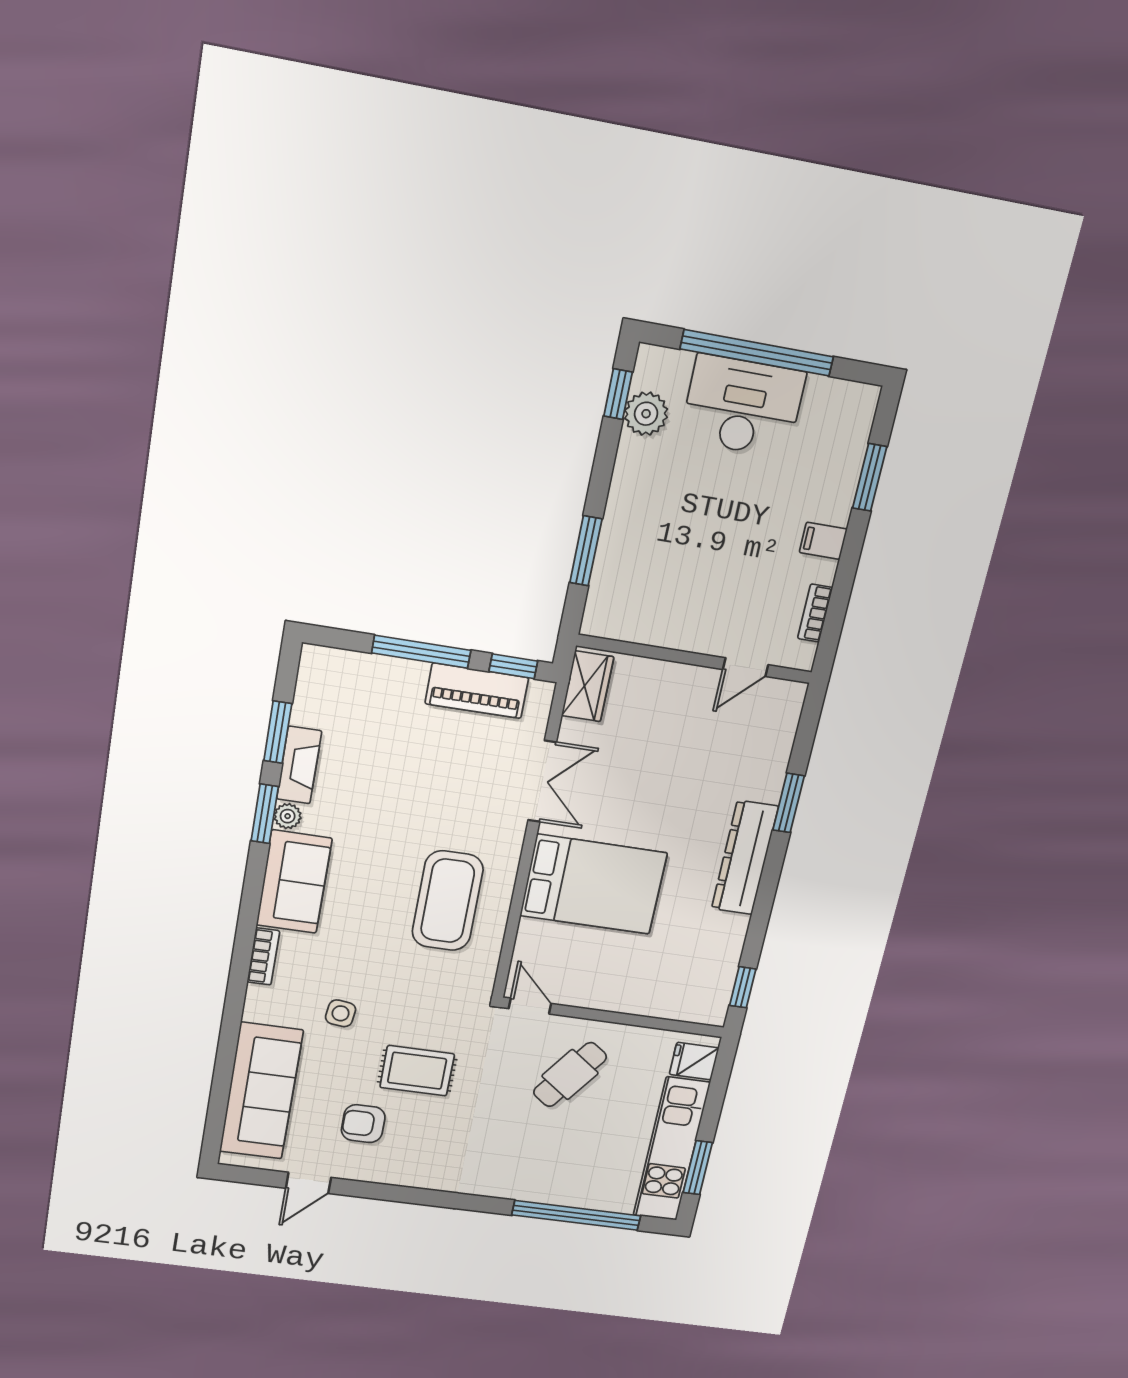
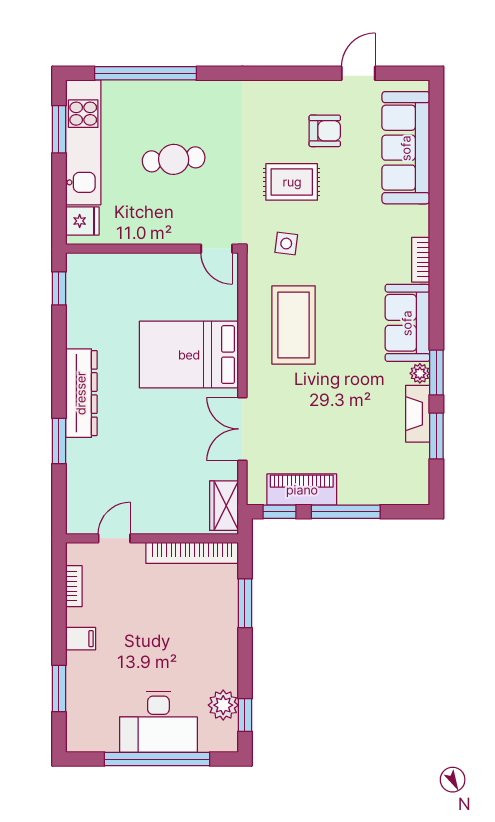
bookcase: (644, 631) -> (192, 553), added
side table: (341, 1013) -> (286, 244), moved
cafe table: (570, 1075) -> (174, 159), moved, turned 49

